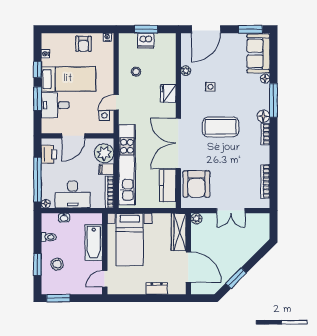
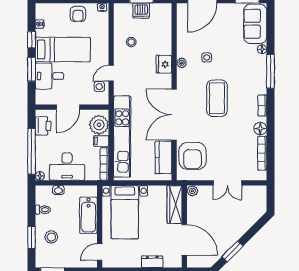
plant: (186, 71) -> (182, 63), moved
floor lamp: (263, 116) -> (260, 129), moved
coffee table: (221, 127) -> (217, 98), turned 90

